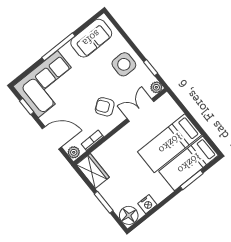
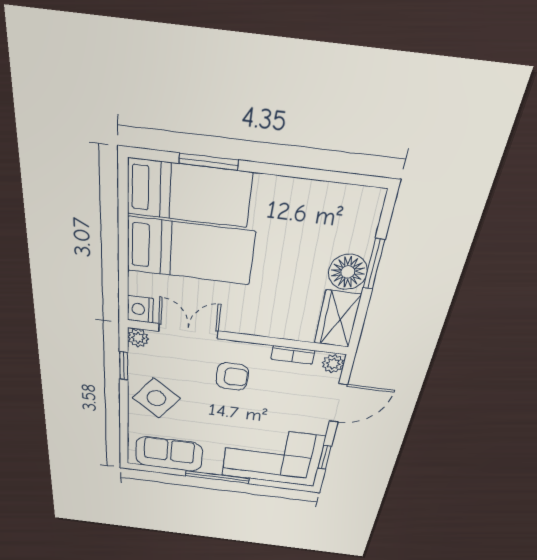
side table: (124, 64) -> (156, 398), turned 37
armchair: (105, 107) -> (232, 376), turned -53
double door: (141, 110) -> (188, 331), swing flipped
door: (52, 138) -> (338, 403), swing flipped
nightstand: (147, 204) -> (140, 309), moved, turned -90
floor lamp: (129, 215) -> (348, 272), moved

